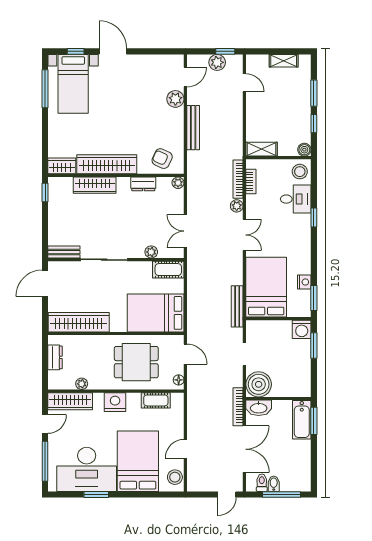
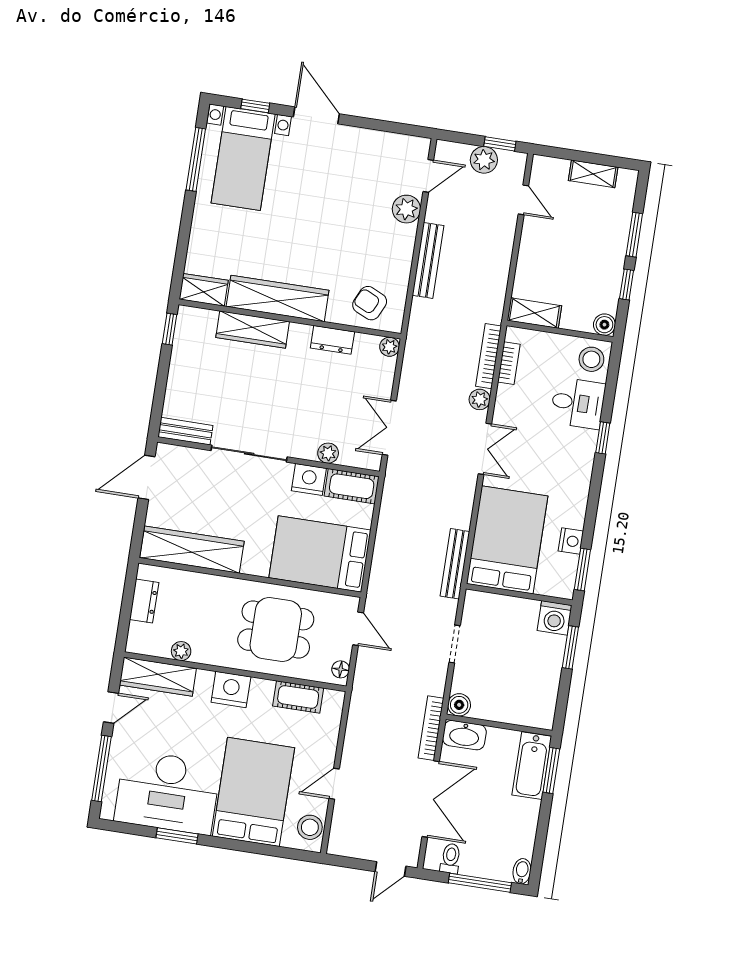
nightstand: (142, 270) -> (309, 480), added
boiler: (259, 384) -> (459, 705), width x0.54, depth x0.54
bidet: (274, 484) -> (522, 871), moved

